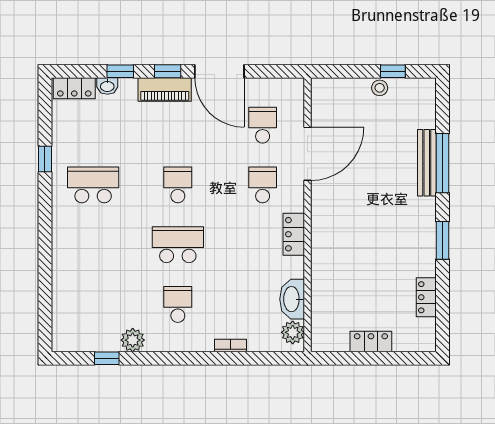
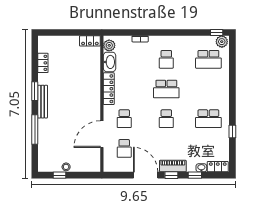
bench: (427, 163) -> (43, 102), moved
locker: (294, 234) -> (109, 89), width x1.53
school desk: (93, 304) -> (208, 59), added
plant: (133, 340) -> (222, 42), moved
locker: (371, 341) -> (90, 41), moved
window: (107, 358) -> (217, 33), moved

